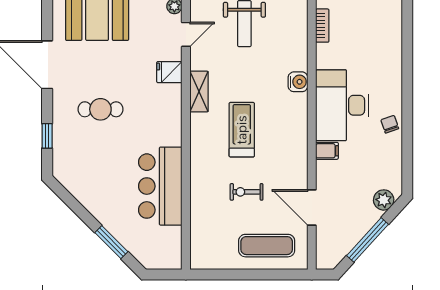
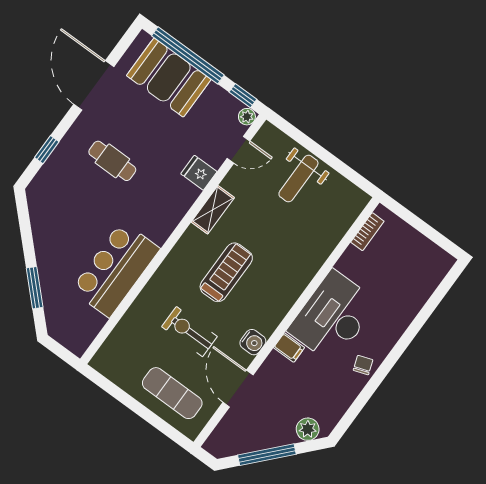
water cooler: (298, 82) -> (253, 342), moved
exercise bike: (247, 192) -> (189, 332), width x1.38, depth x1.39

